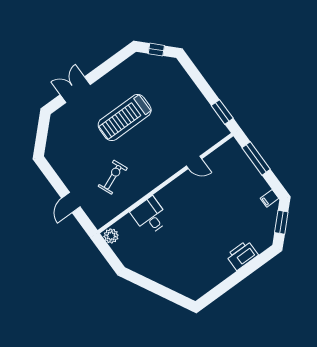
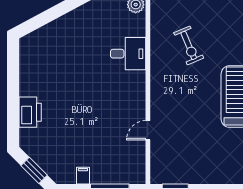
filing cabinet: (269, 198) -> (83, 176), moved

